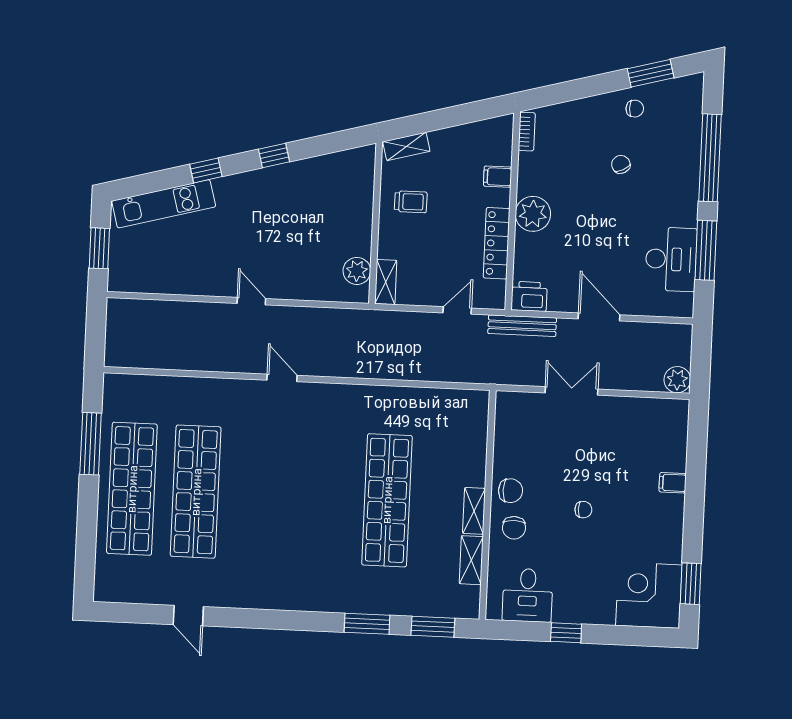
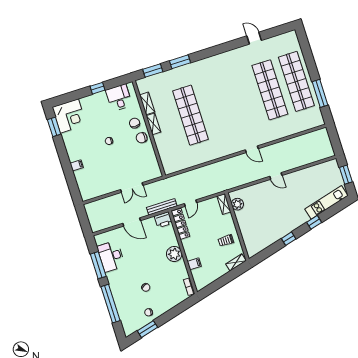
locker: (497, 243) -> (181, 224), moved
plant: (677, 380) -> (90, 208), removed

